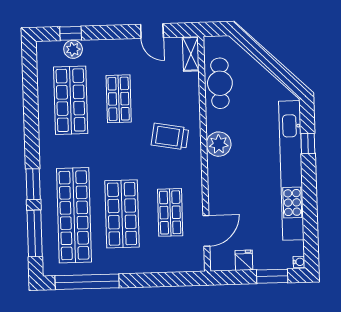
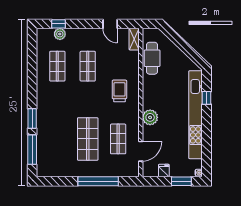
shop shelf: (71, 100) -> (57, 66), width x0.70, depth x0.74
trolley: (170, 136) -> (119, 91), turned 80
plant: (219, 144) -> (150, 117), moved
shop shelf: (74, 215) -> (57, 139), removed
window: (87, 282) -> (98, 181), moved

